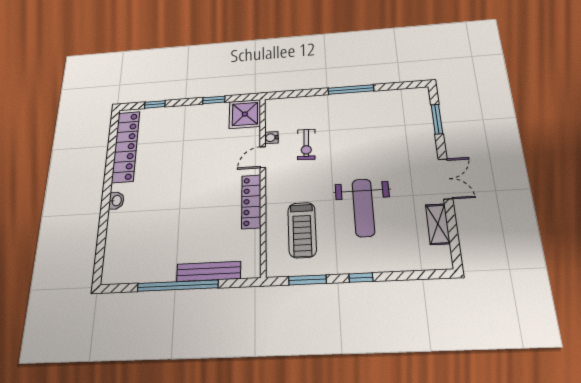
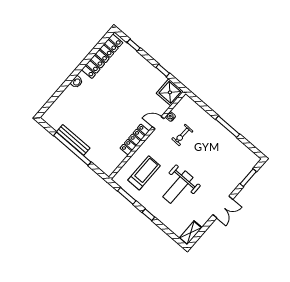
shelving: (438, 224) -> (191, 233), moved
treadmill: (302, 230) -> (144, 173), turned 180
bench: (209, 271) -> (73, 140), moved

